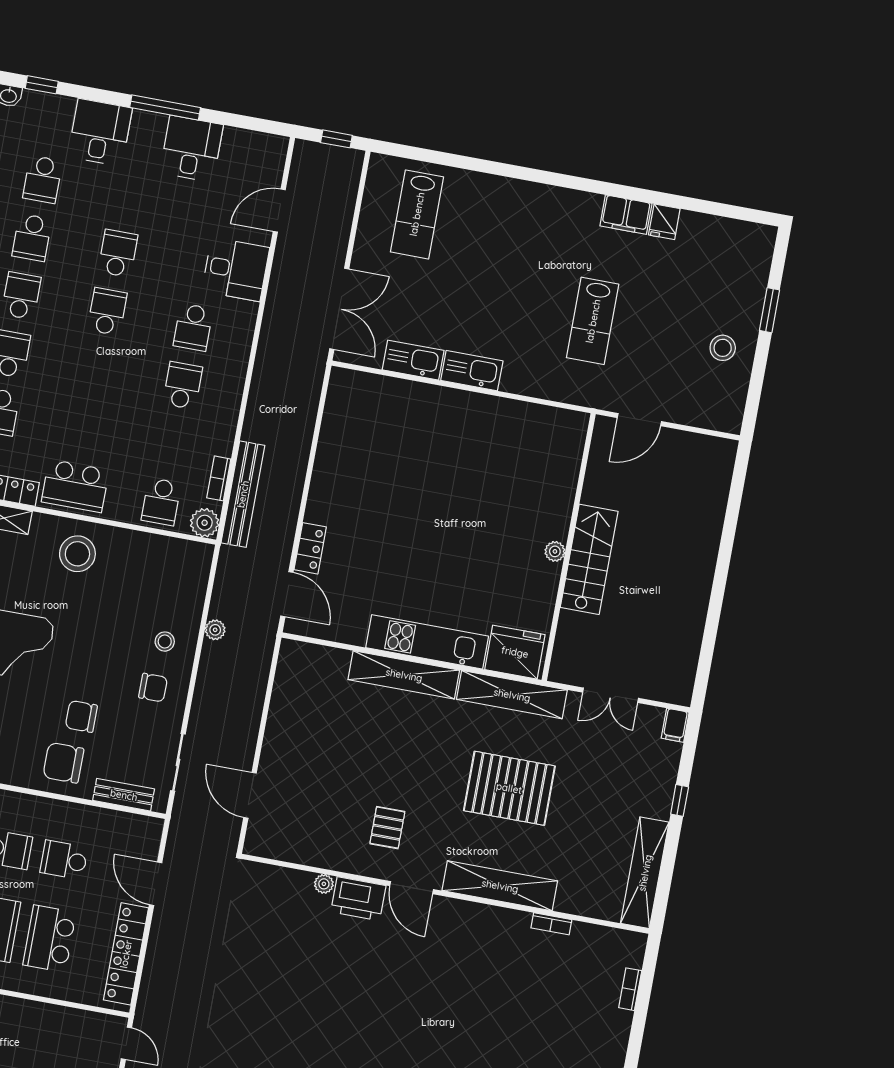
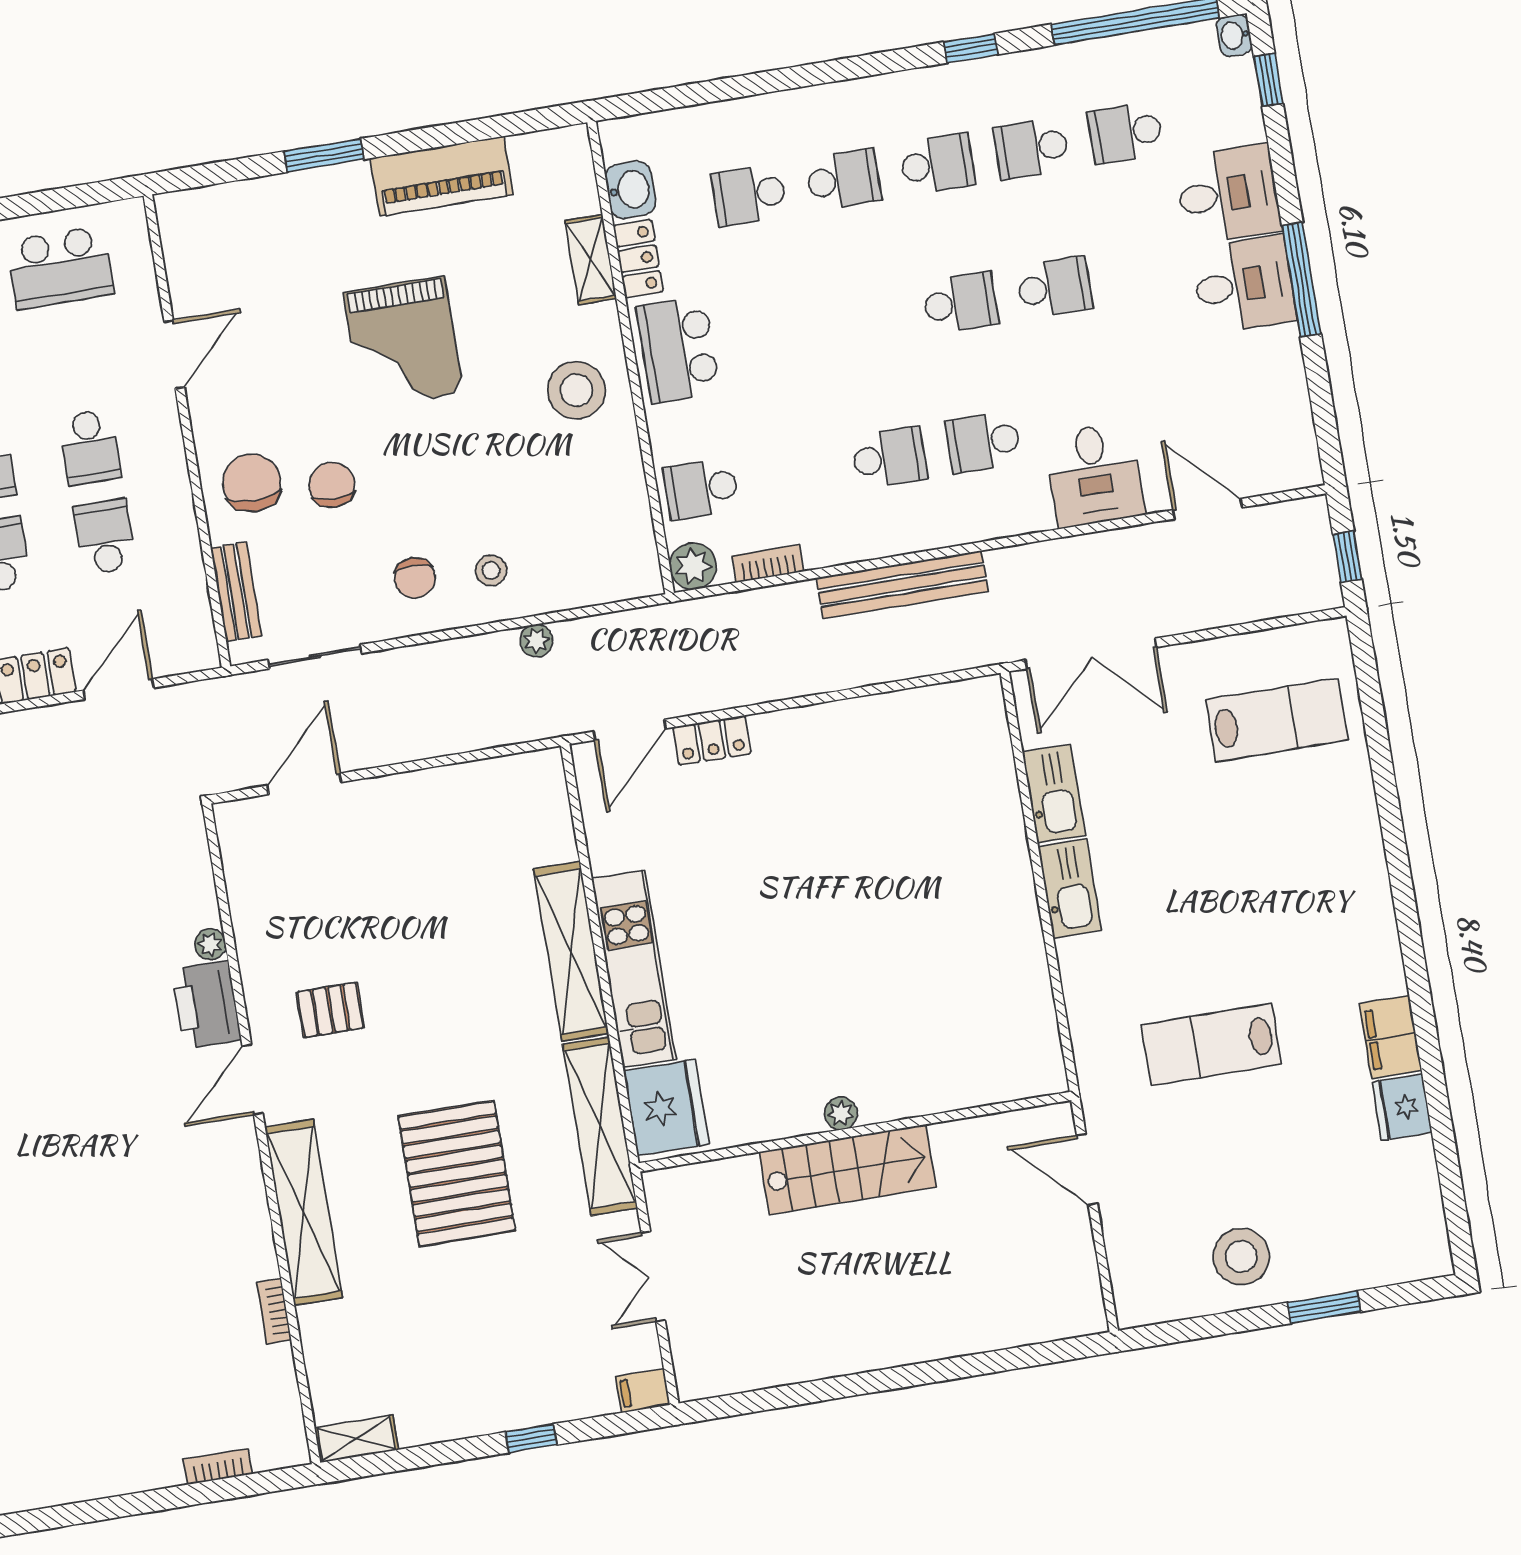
desk: (191, 149) -> (1244, 285), moved
lab bench: (417, 214) -> (1277, 720), turned 180
fridge: (664, 222) -> (1402, 1107), width x1.38
stool: (723, 348) -> (1241, 1257), width x1.38, depth x1.38
bench: (243, 494) -> (902, 585), moved
shelving: (645, 873) -> (356, 1439), width x0.45, depth x0.75

